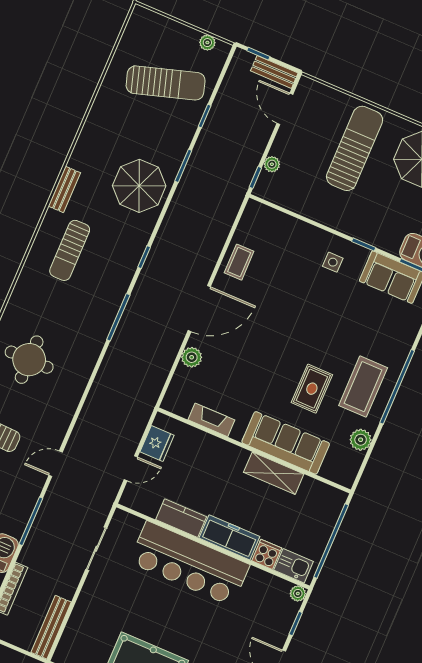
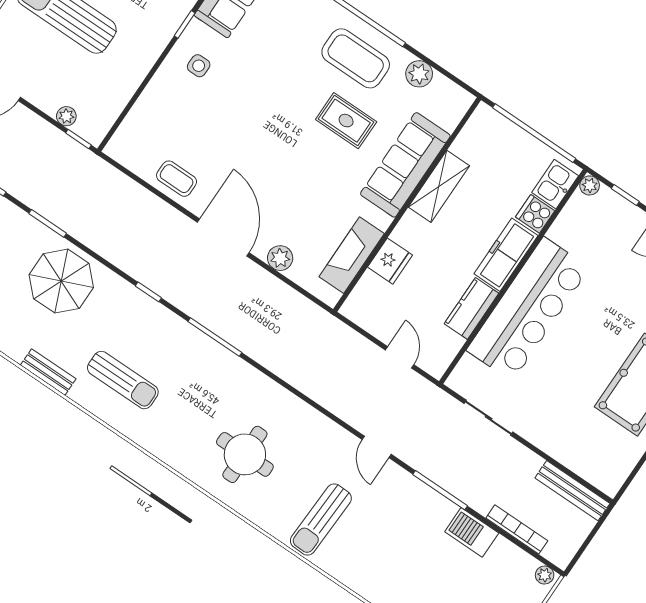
fireplace: (211, 420) -> (352, 255), width x1.37, depth x1.32
fridge: (157, 444) -> (390, 261), moved, turned 90

